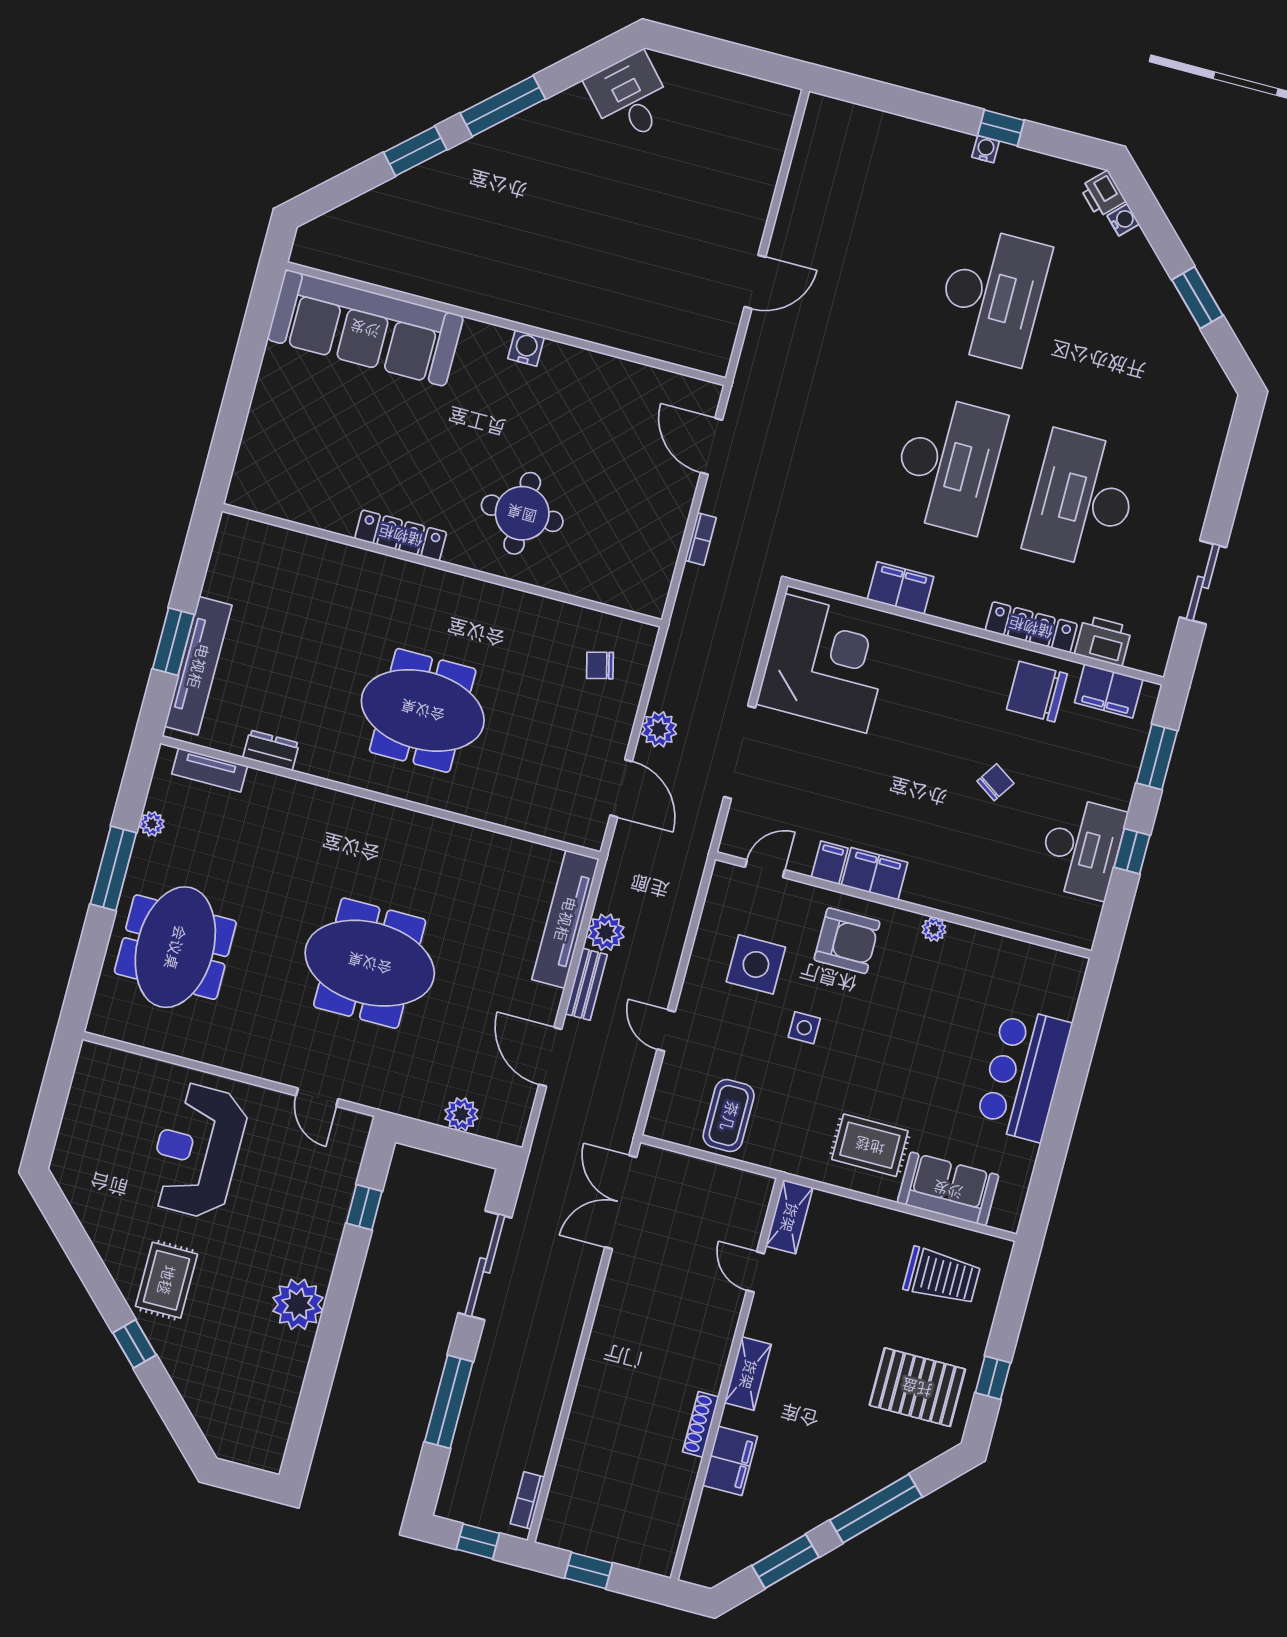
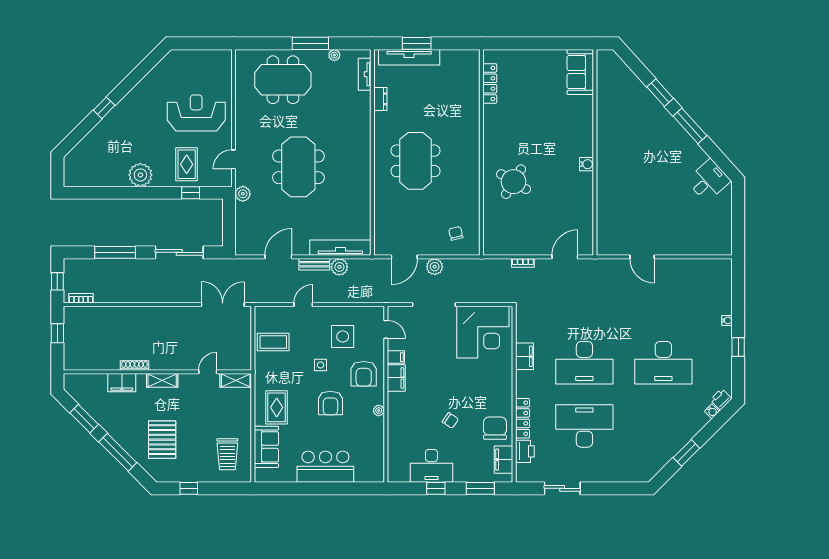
water cooler: (986, 149) -> (727, 320), moved
sofa: (365, 328) -> (580, 72), width x0.54, depth x0.79
round table: (522, 513) -> (514, 182), turned 31
locker: (401, 535) -> (490, 83), moved
armchair: (891, 1028) -> (330, 403), added
plant: (461, 1114) -> (243, 194), moved
rug: (166, 1280) -> (187, 164), moved, turned 90
pallet: (917, 1387) -> (162, 440), moved

